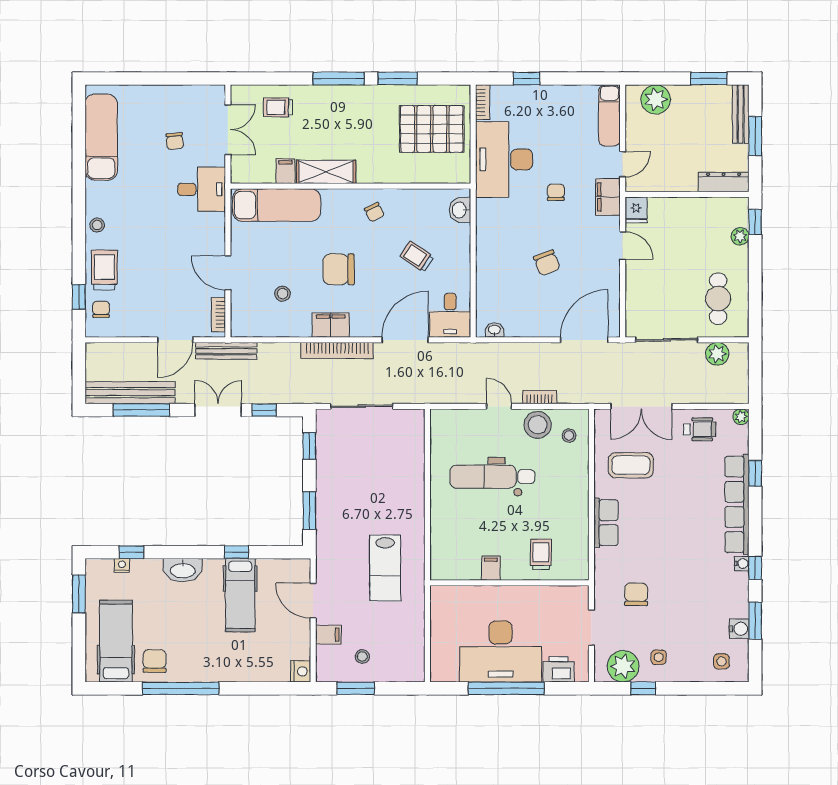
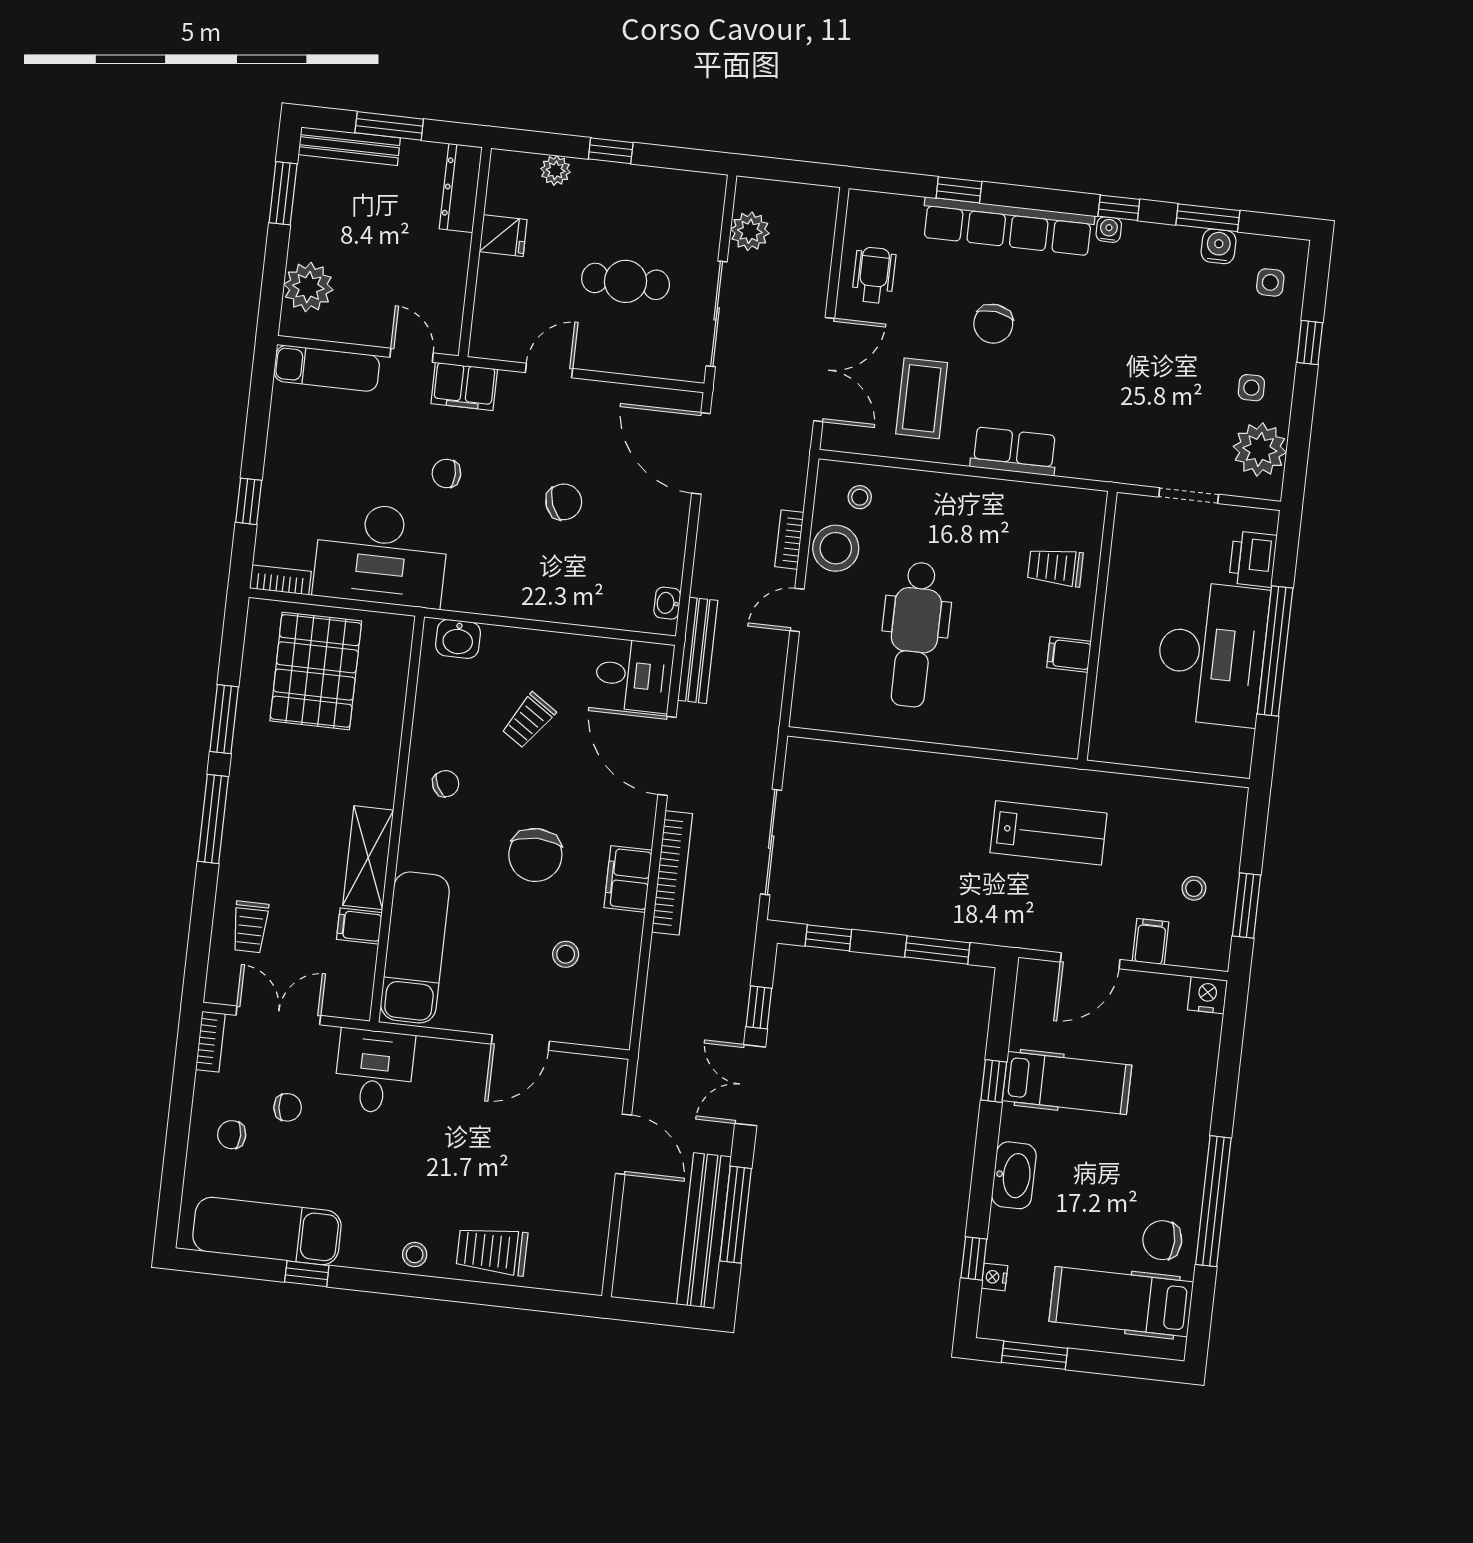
fridge: (636, 210) -> (503, 236), moved
window: (755, 222) -> (611, 151), moved
window: (79, 297) -> (307, 1274), moved
cafe table: (718, 299) -> (626, 281), moved
chair: (101, 309) -> (232, 1135), moved
bookcase: (219, 315) -> (210, 1042), moved, turned -90
bench: (226, 351) -> (698, 650), moved
plant: (741, 417) -> (861, 203), removed
chair: (636, 594) -> (993, 324), moved, turned -83
window: (643, 688) -> (1310, 343), moved

